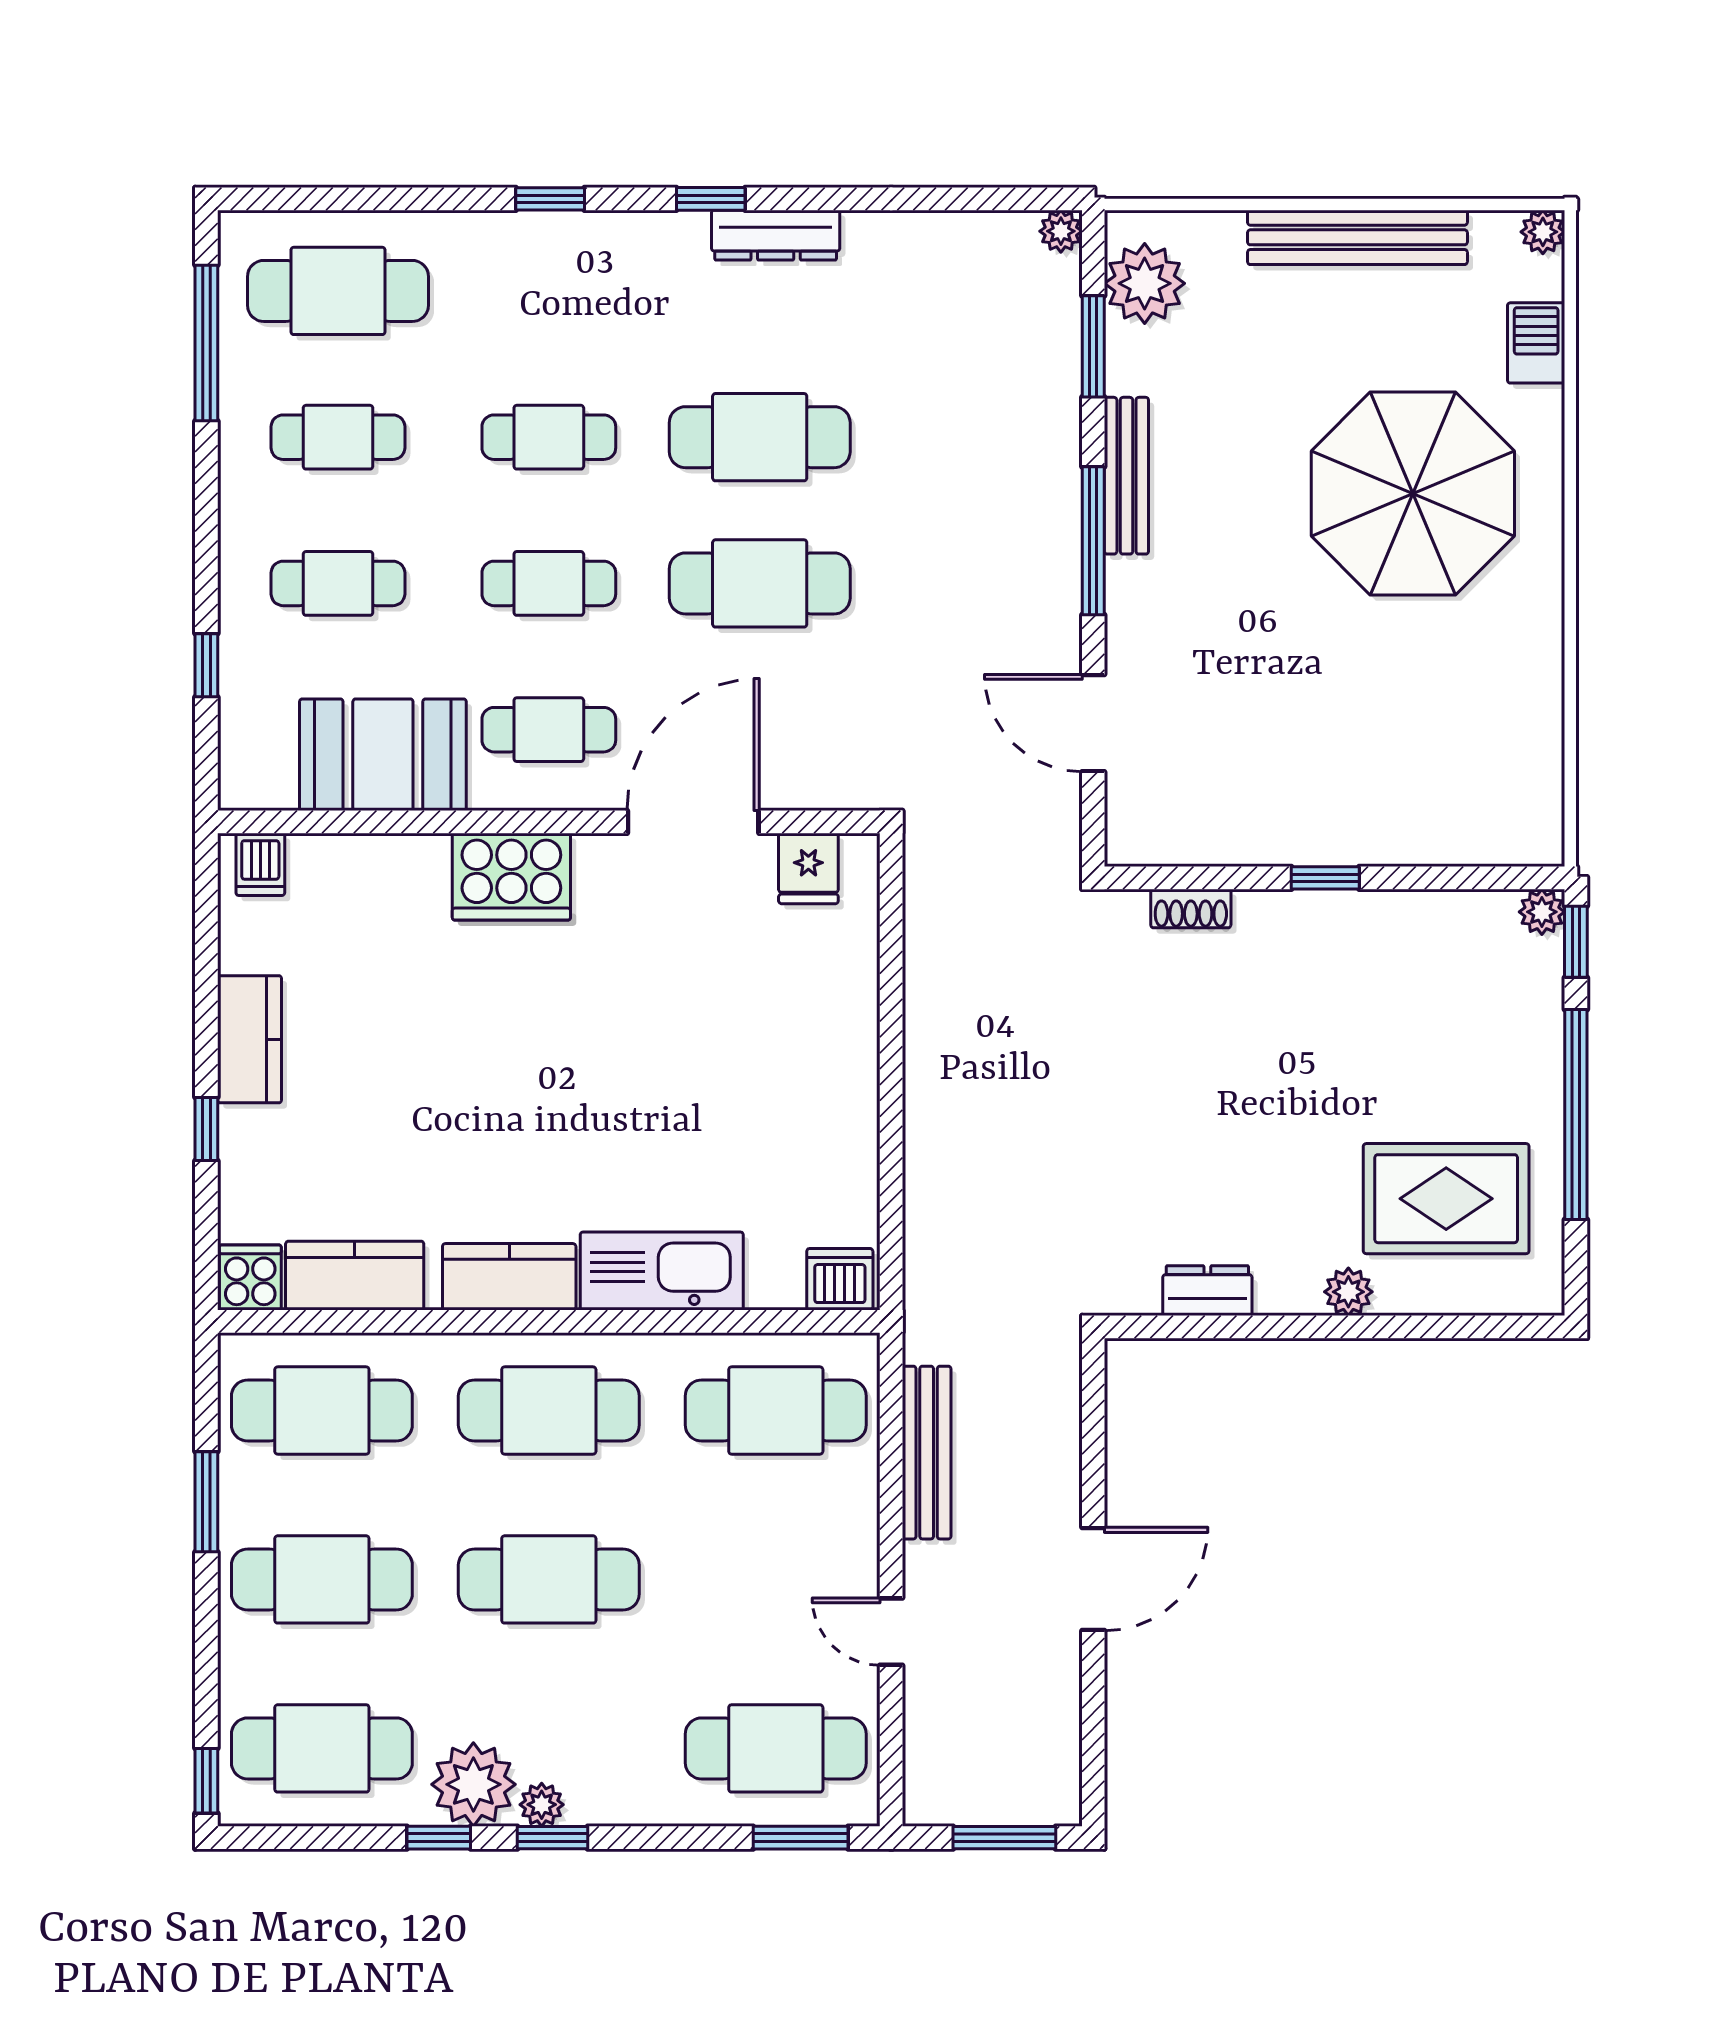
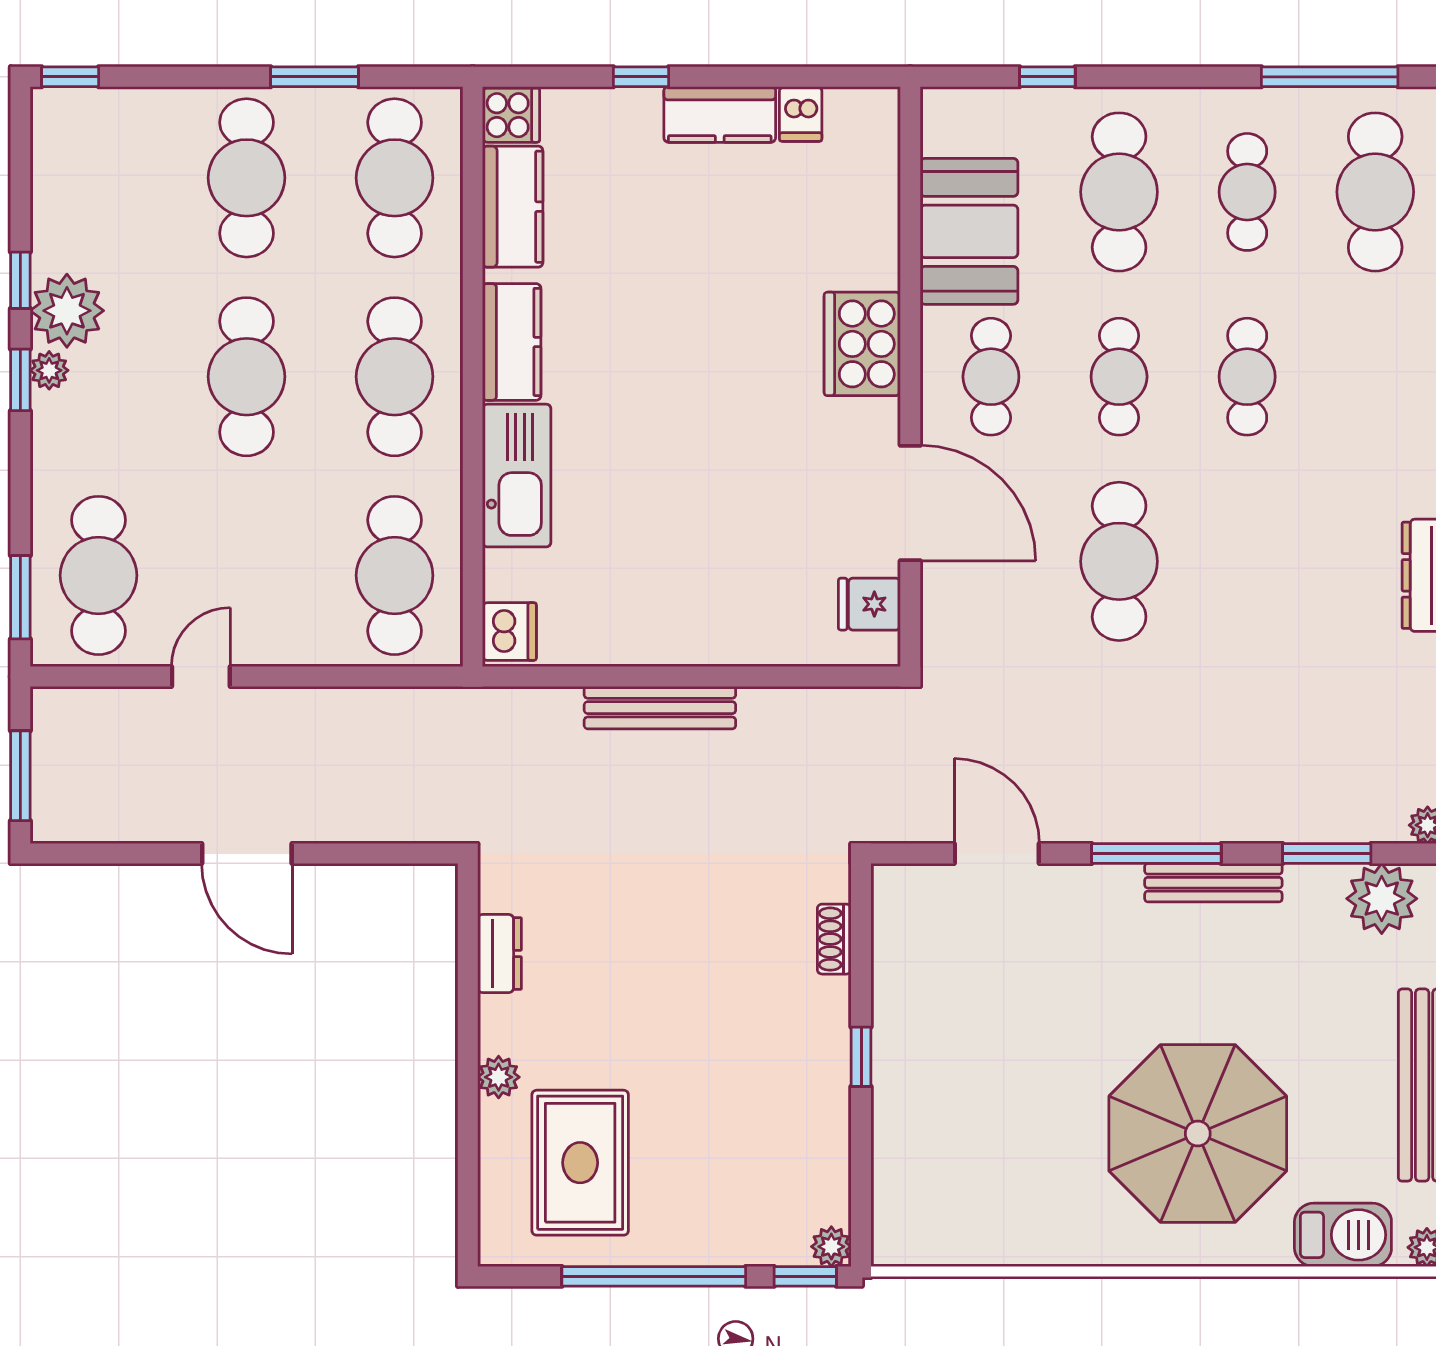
barbecue: (1536, 343) -> (1343, 1235), width x1.38, depth x1.27
cafe table: (760, 437) -> (1247, 561), removed
cafe table: (338, 583) -> (1119, 192), width x1.37, depth x1.35
door: (1093, 723) -> (997, 854), hinge flipped
dishwasher: (260, 864) -> (801, 114), moved, turned -90
bench: (927, 1453) -> (660, 708), moved
cafe table: (322, 1748) -> (98, 178), removed

